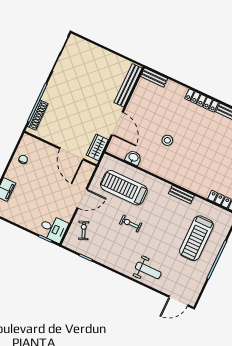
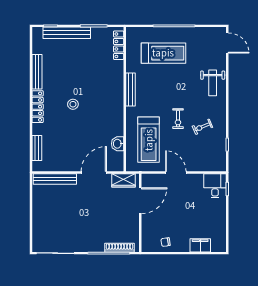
bench: (154, 77) -> (37, 148), moved
stool: (167, 140) -> (73, 104), moved
bench: (181, 194) -> (130, 90), width x1.36
exercise bike: (84, 230) -> (202, 127), moved
weight bench: (148, 270) -> (213, 83), turned 180

